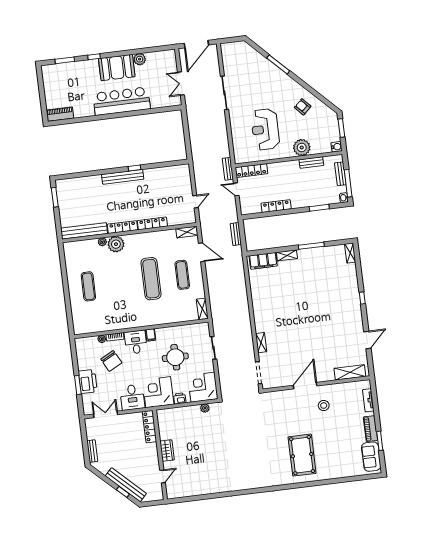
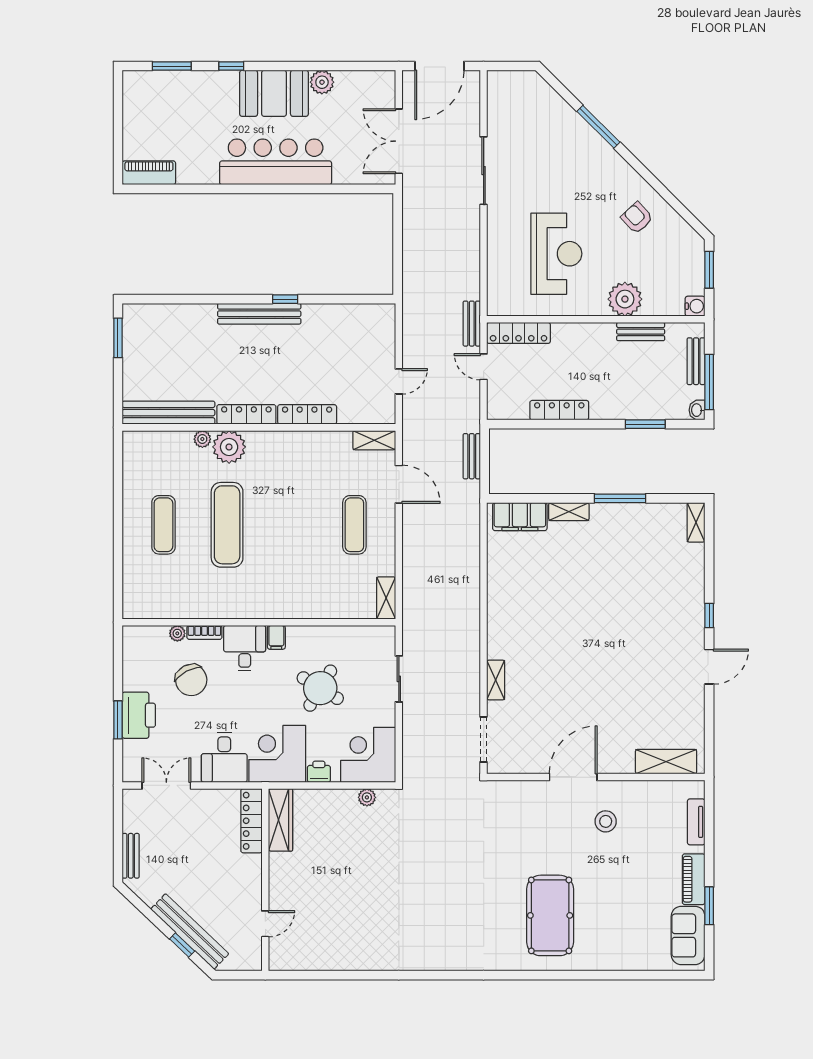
double door: (181, 84) -> (399, 141), width x1.37
reception desk: (265, 129) -> (556, 254), turned 180
exercise mat: (151, 279) -> (227, 525), moved
door: (367, 340) -> (709, 667), moved
round table: (175, 357) -> (320, 688), turned 31
wardrobe: (167, 451) -> (281, 820), moved, width x1.50

